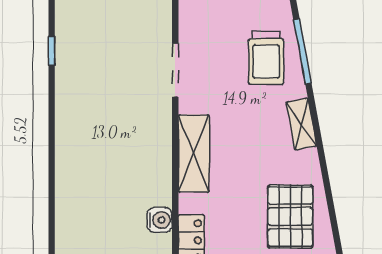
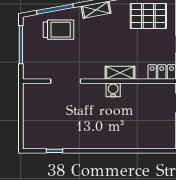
shelving: (194, 153) -> (120, 73), width x0.67, depth x0.75
water cooler: (160, 220) -> (113, 90), moved

